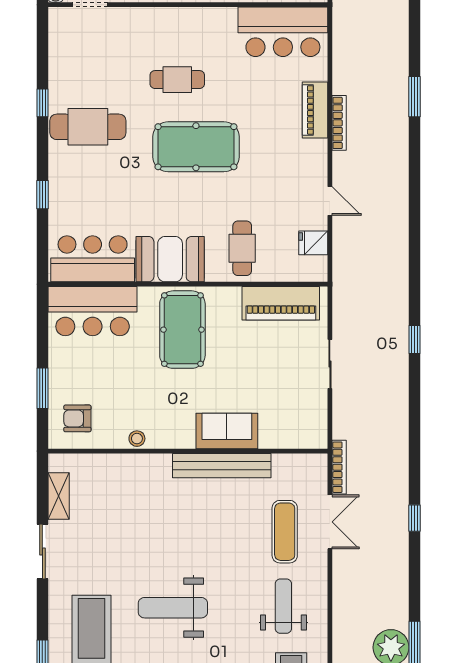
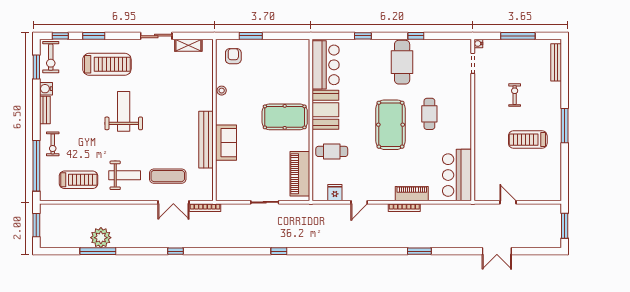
bar counter: (93, 311) -> (295, 65), removed

